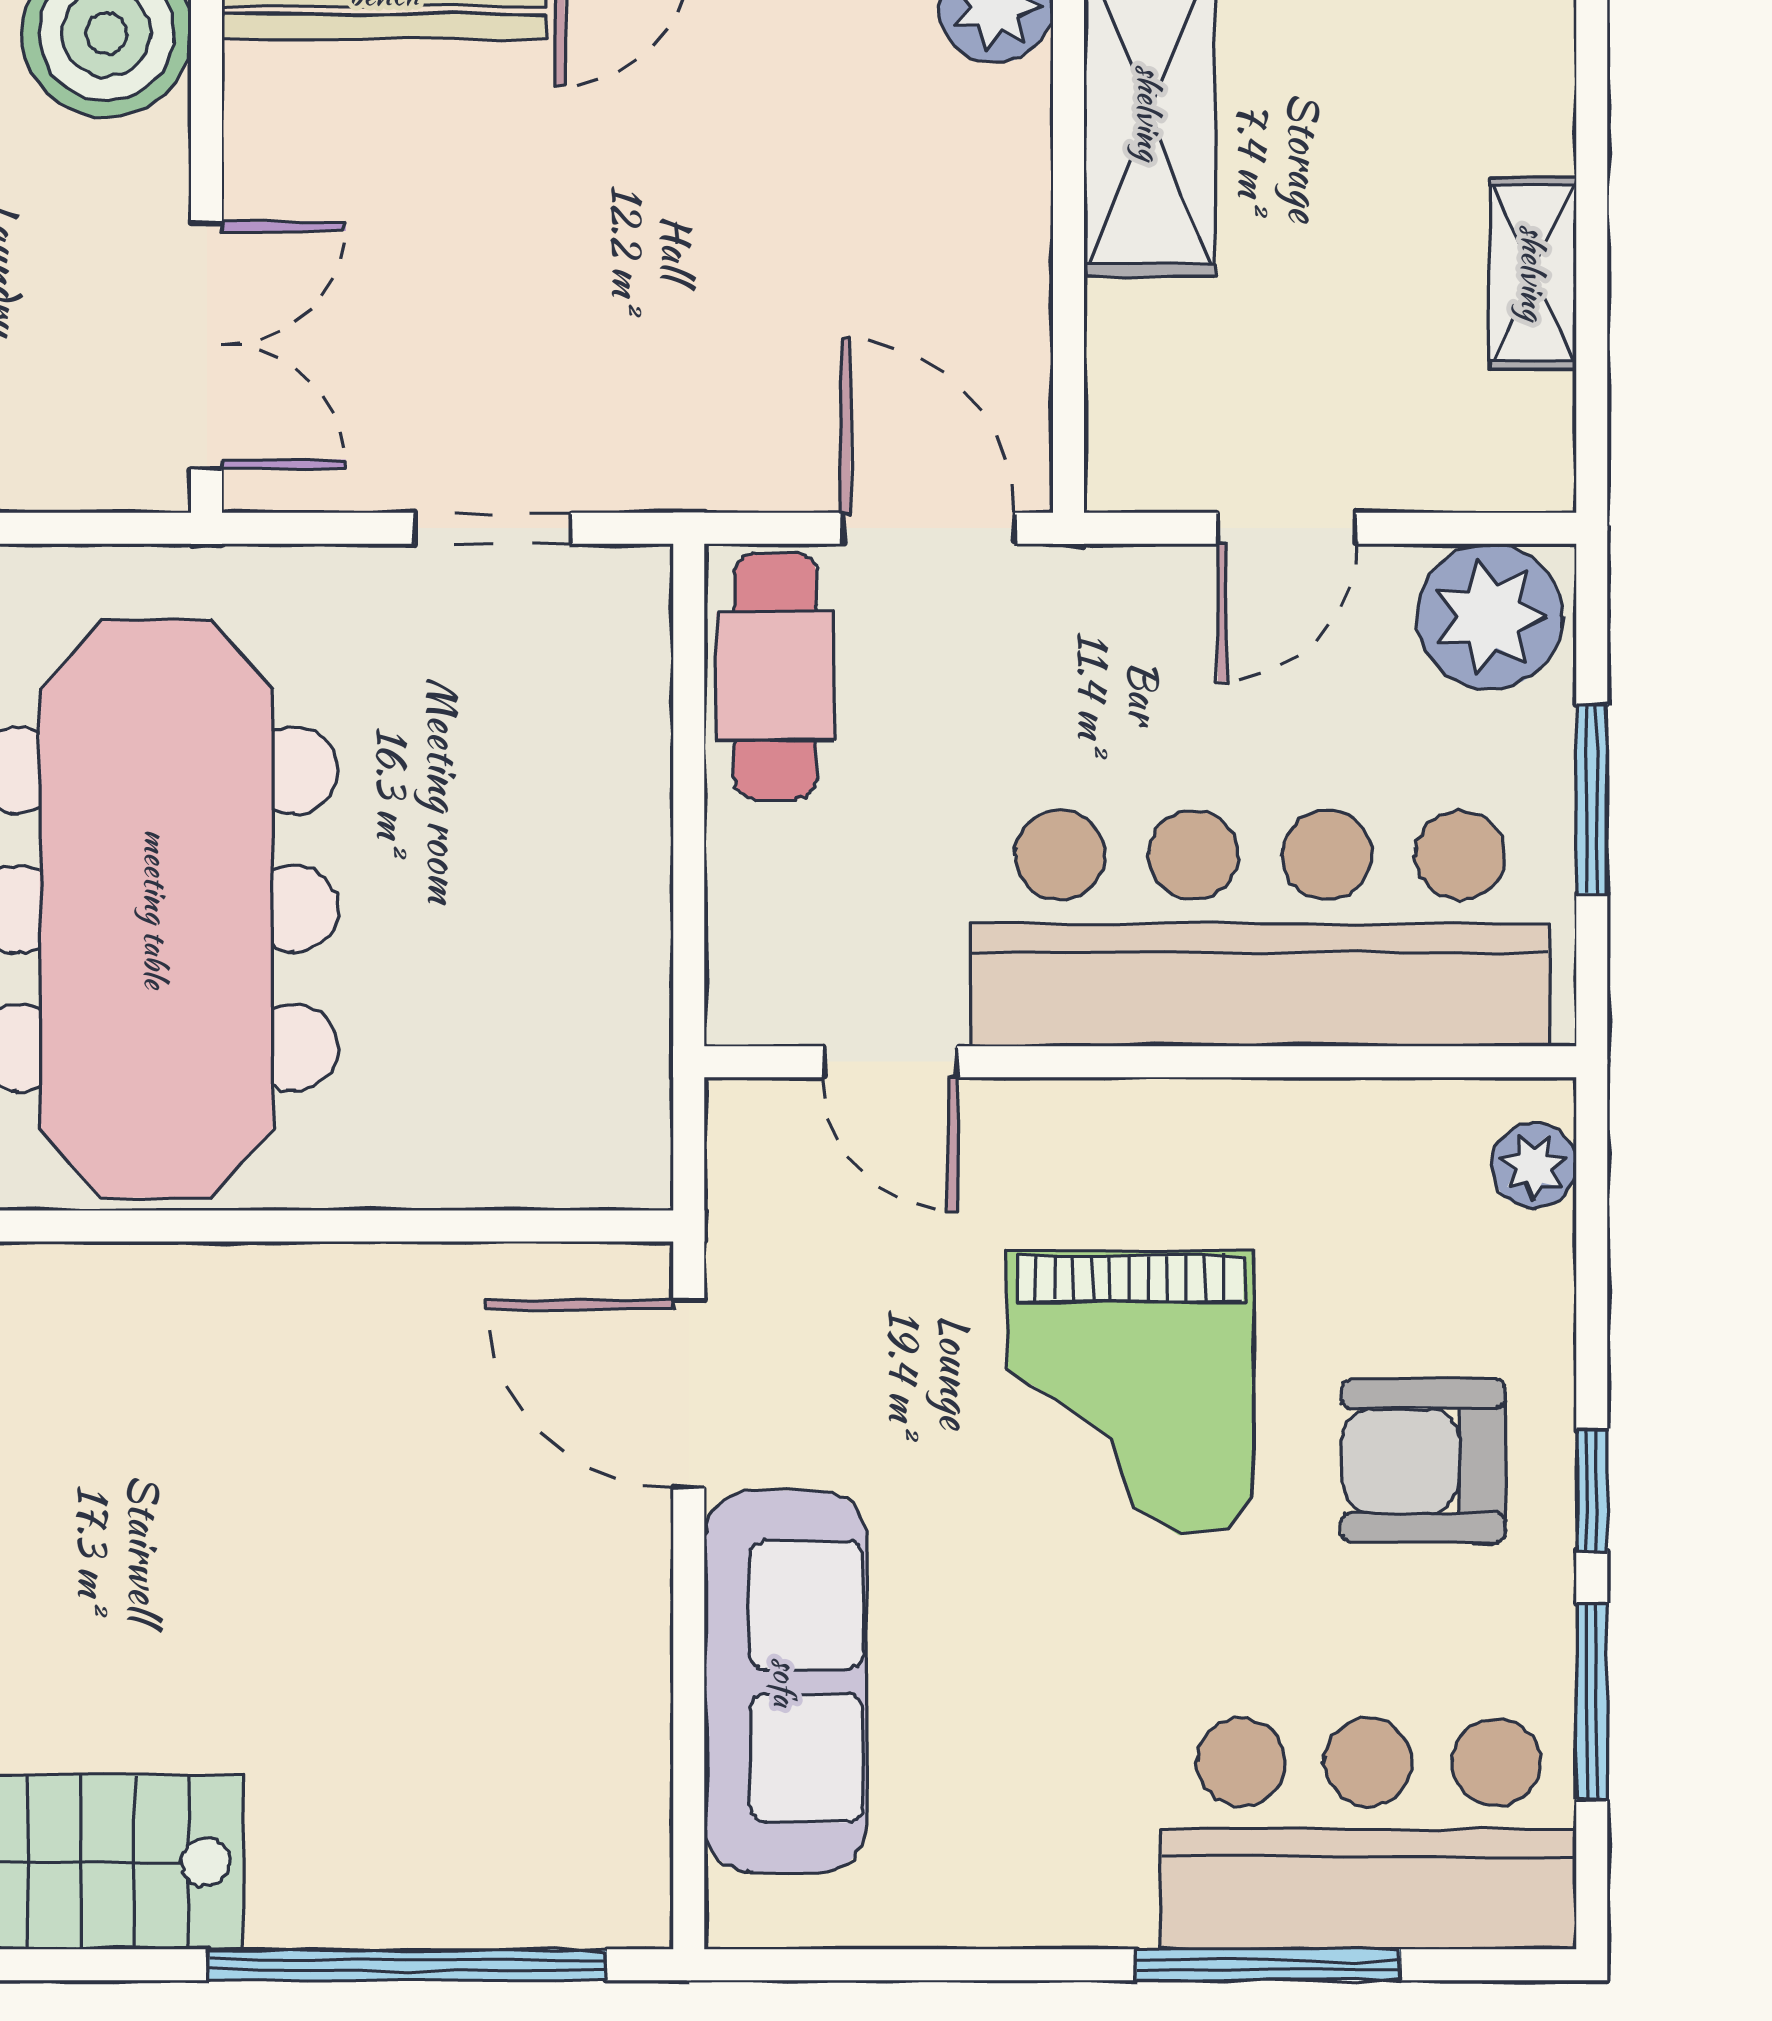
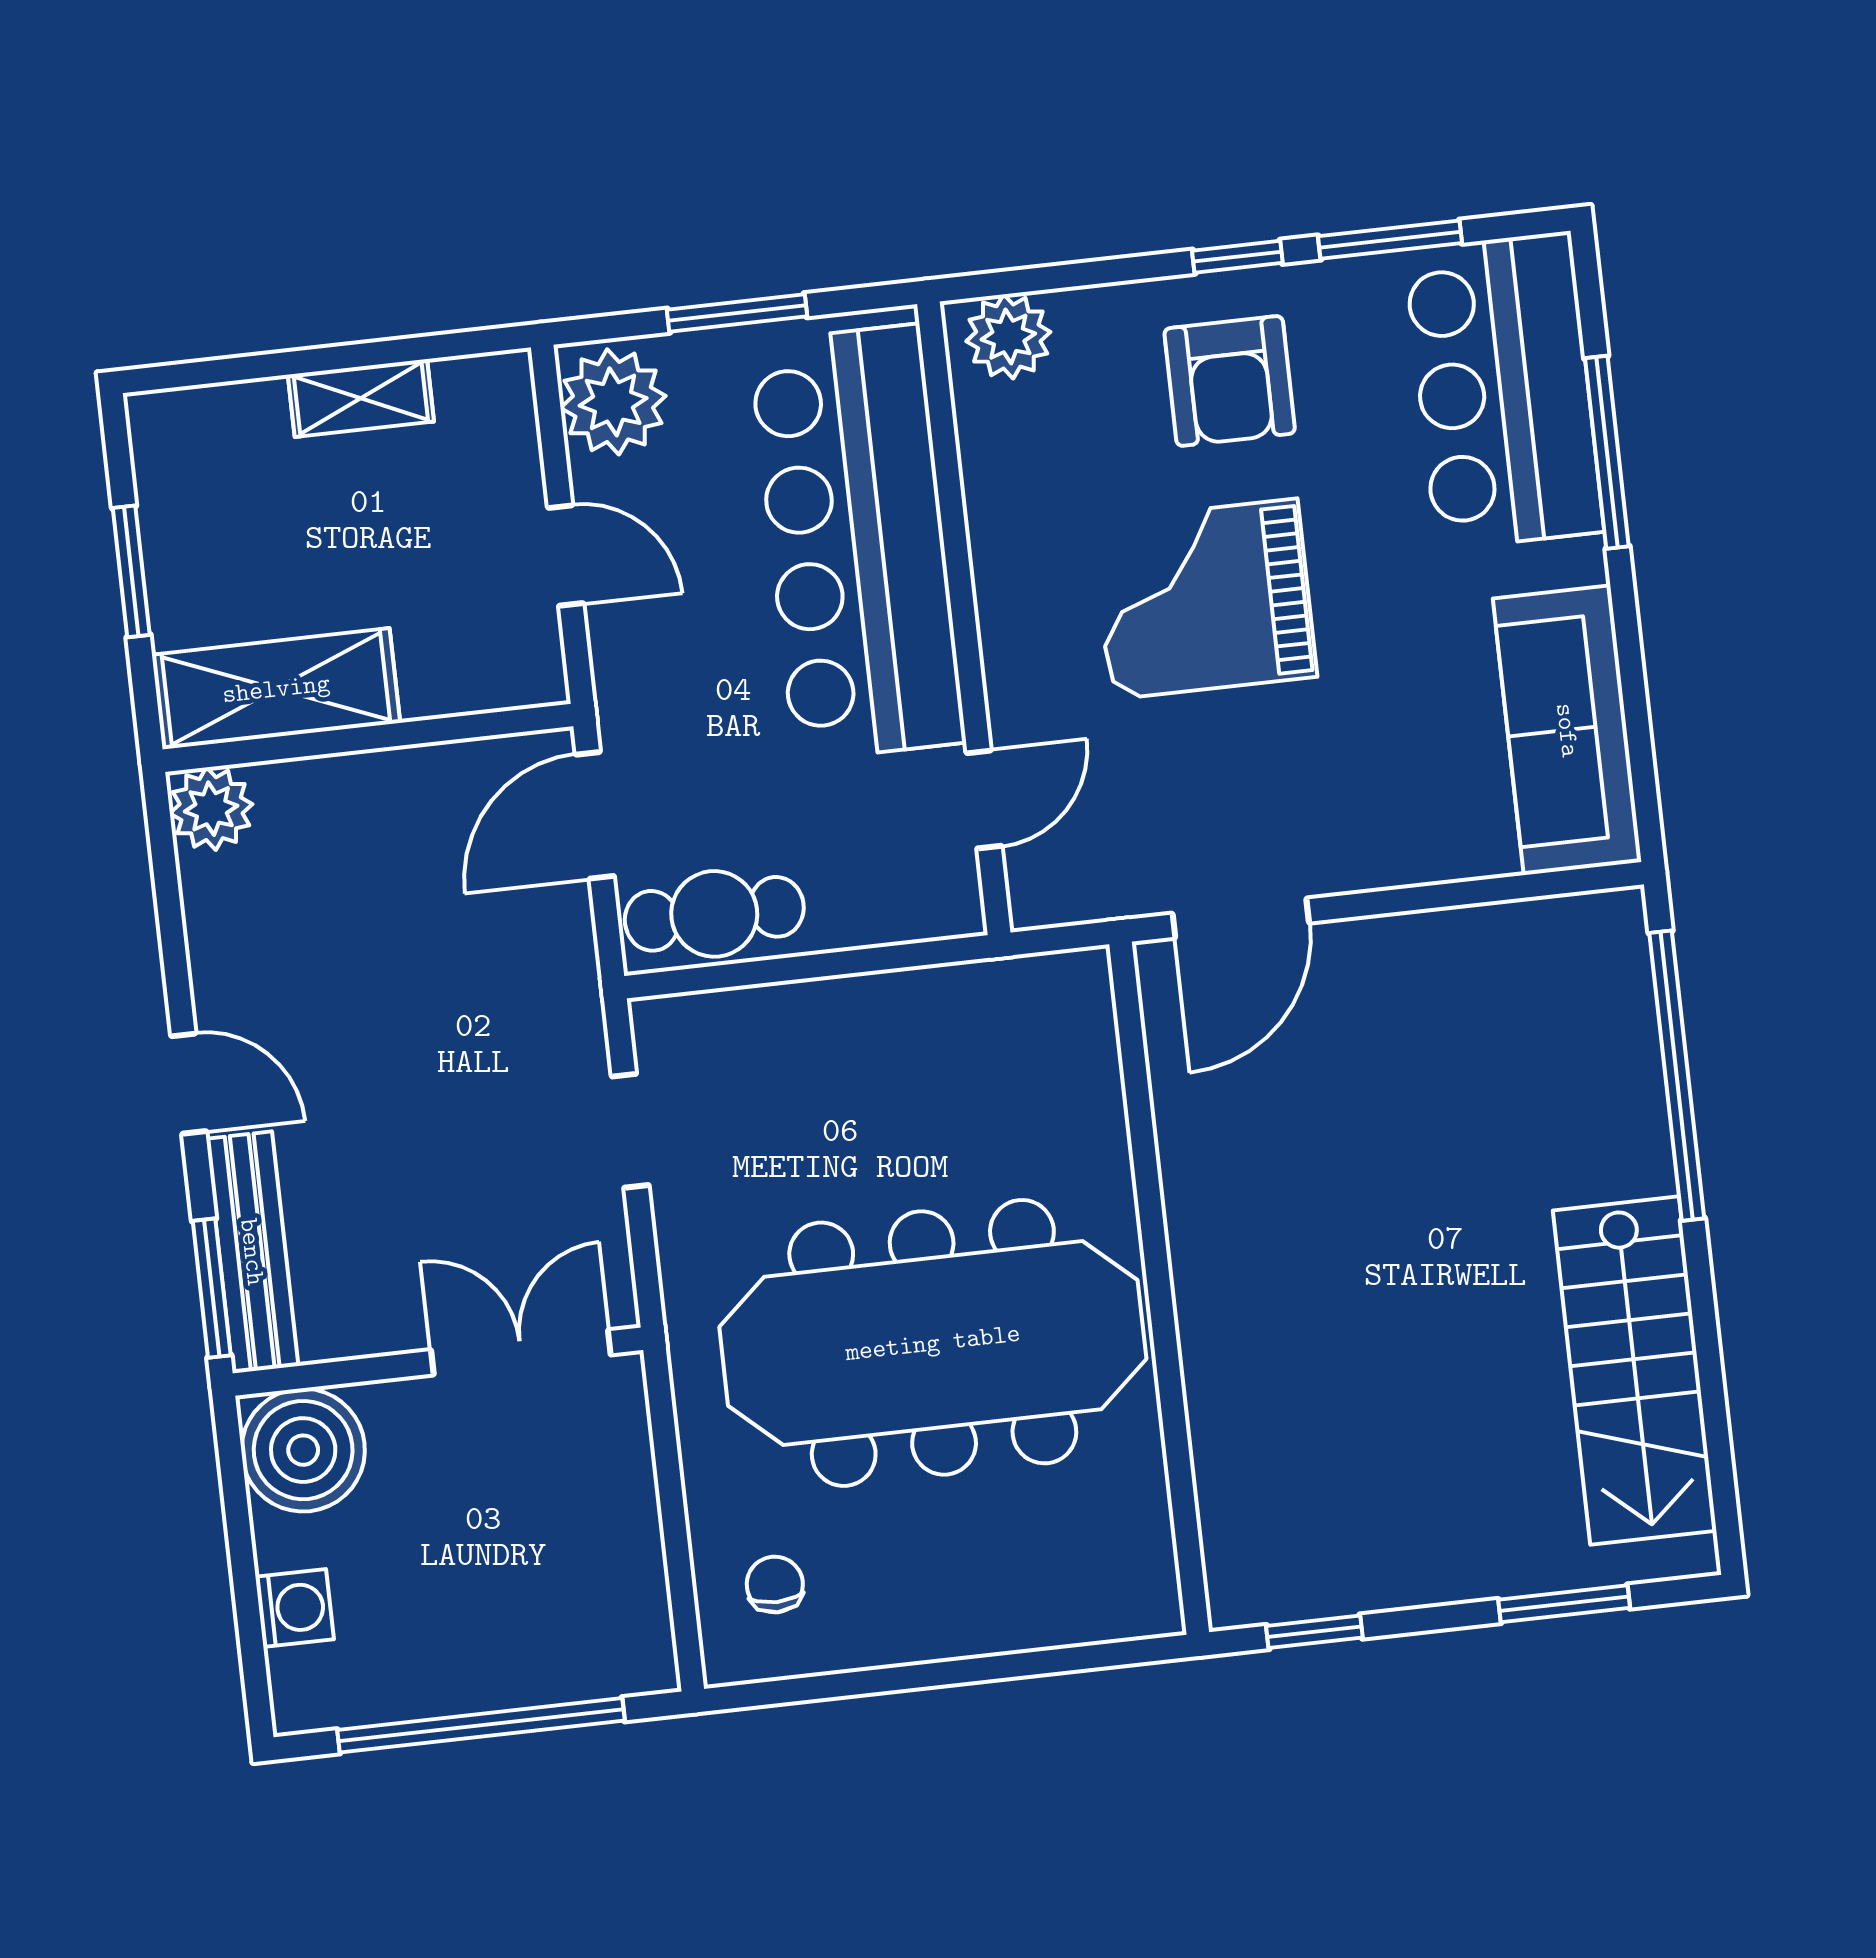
plant: (1534, 1166) -> (1008, 337), width x1.38, depth x1.38
grand piano: (1130, 1393) -> (1204, 599), turned 180
sofa: (785, 1682) -> (1567, 730), moved, turned -90

